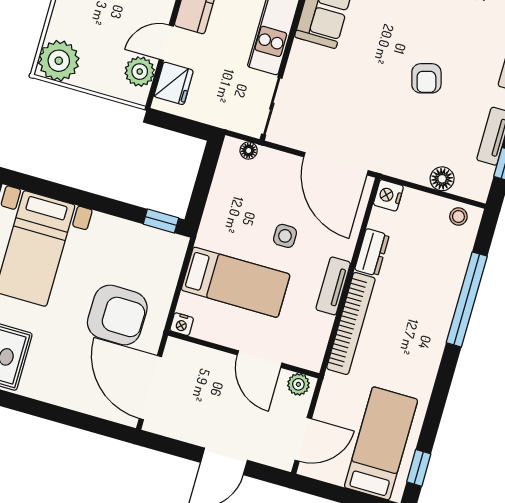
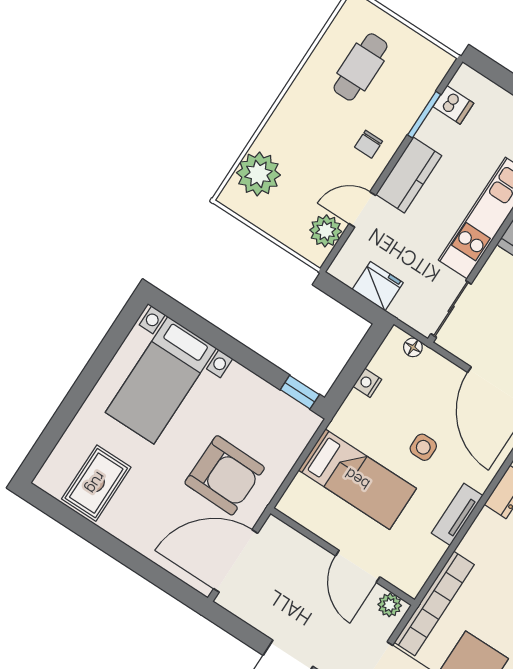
plant: (59, 61) -> (258, 174), moved
fridge: (174, 83) -> (378, 286), moved, turned -90
bookcase: (351, 323) -> (434, 603), moved
nightstand: (182, 324) -> (367, 383), moved, turned 90
door: (150, 388) -> (236, 561), hinge flipped

